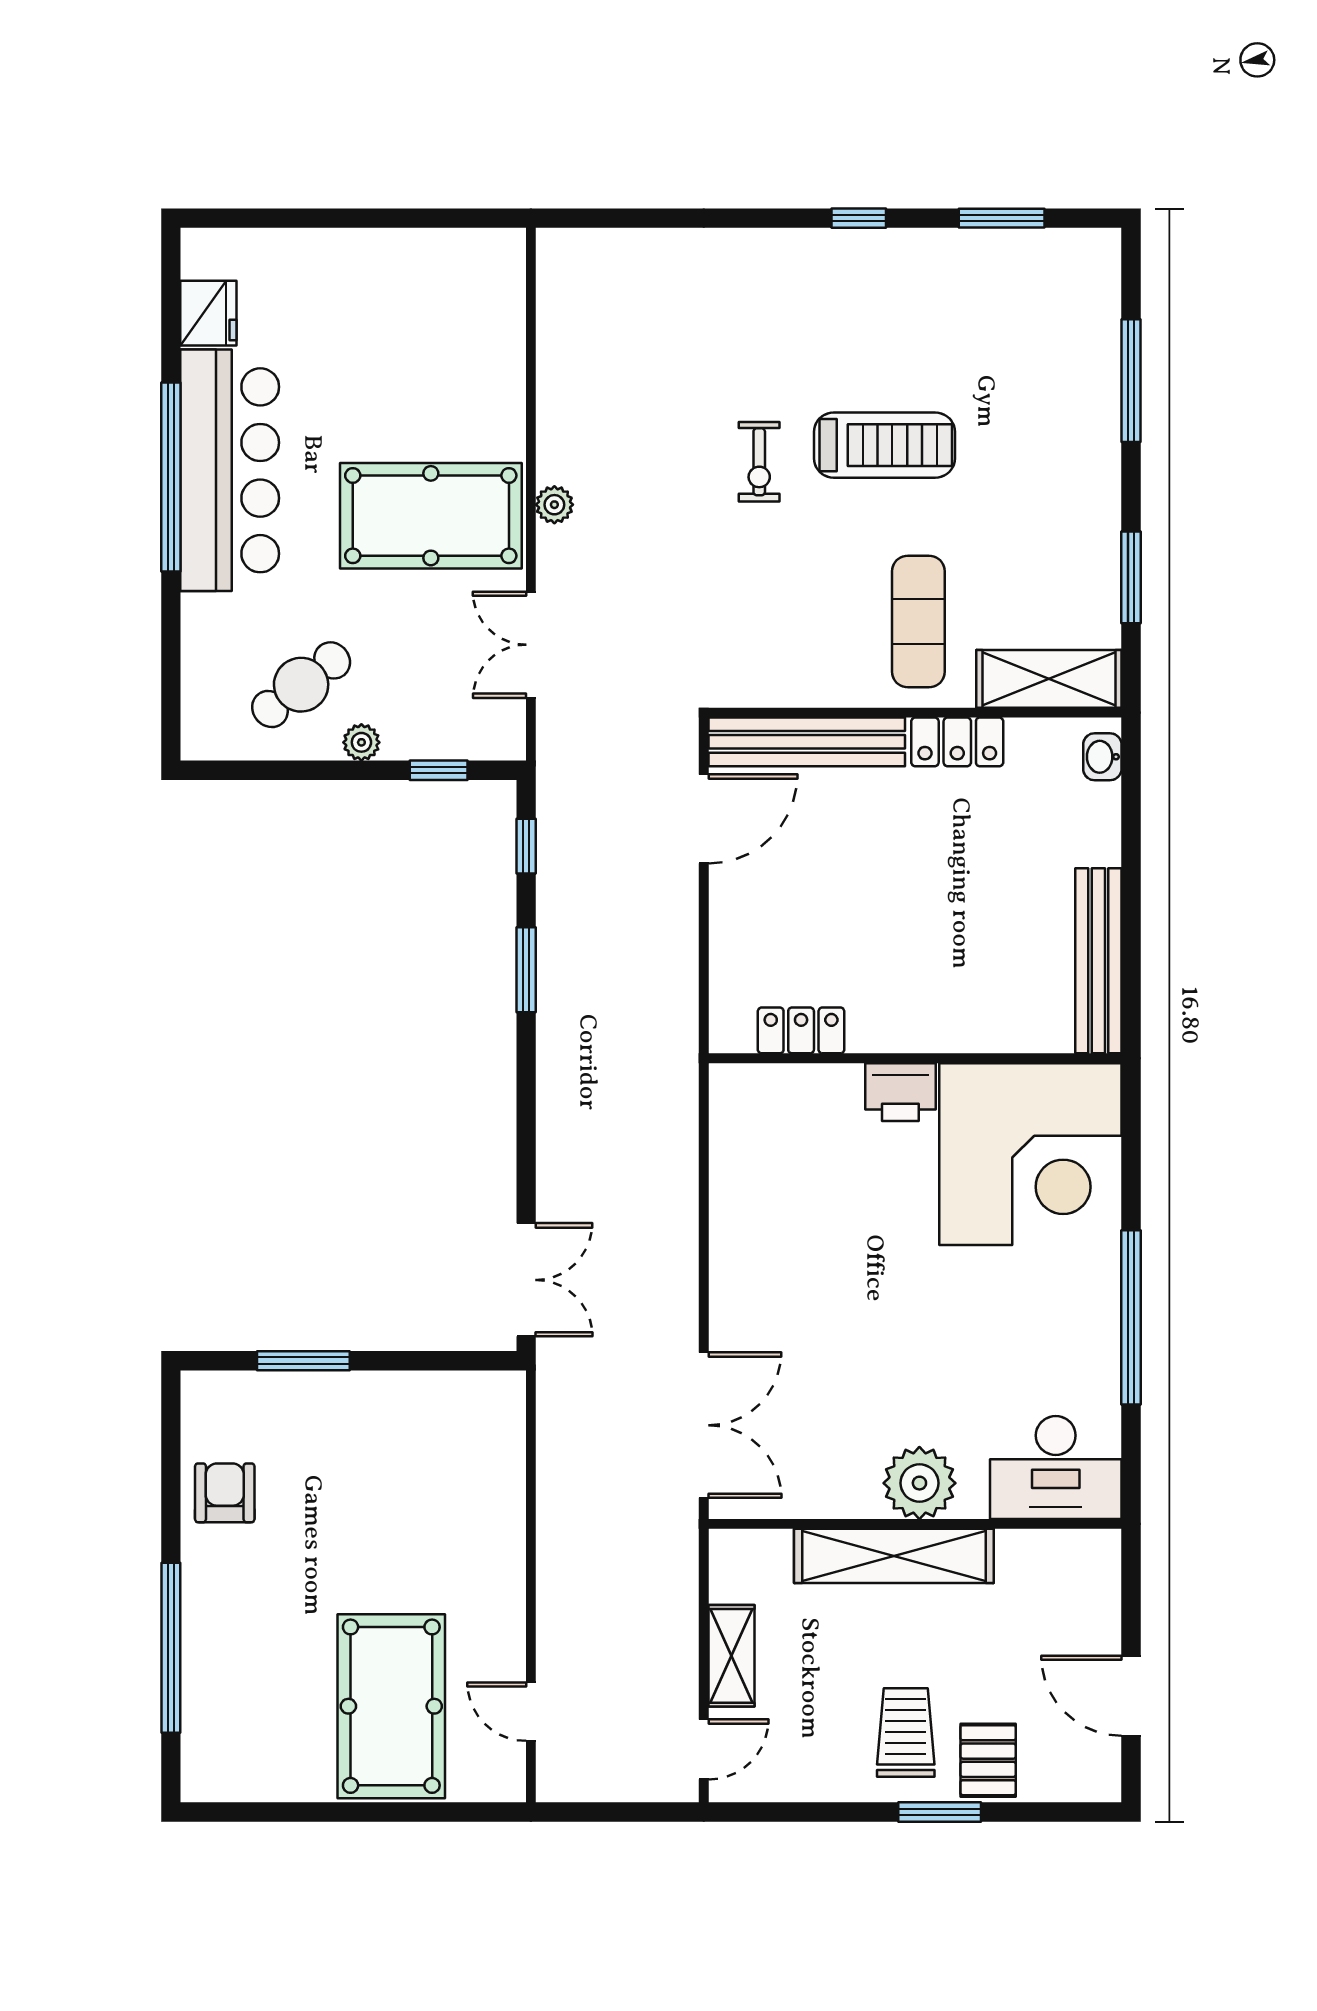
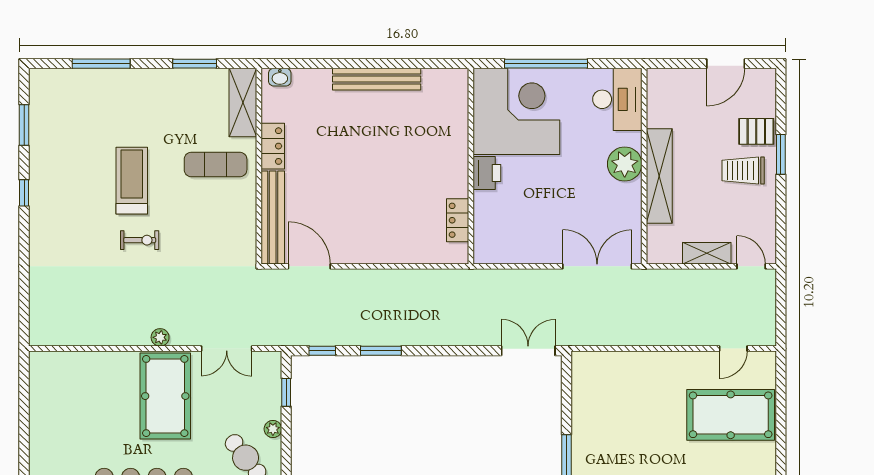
locker: (801, 1030) -> (458, 220), moved
wall: (915, 1058) -> (471, 166), moved
printer: (900, 1092) -> (487, 173), moved
corner desk: (1030, 1154) -> (516, 111), moved

